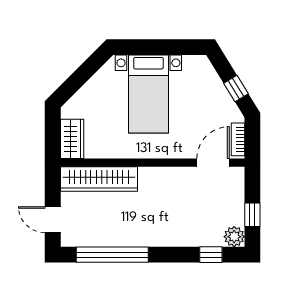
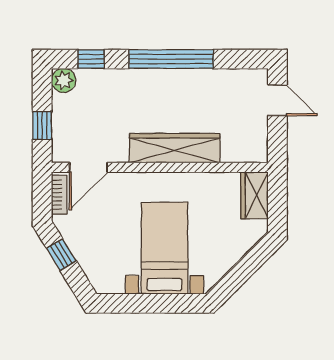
wardrobe: (99, 179) -> (175, 148), moved
window: (252, 215) -> (42, 126), moved
window: (112, 255) -> (171, 59), moved

